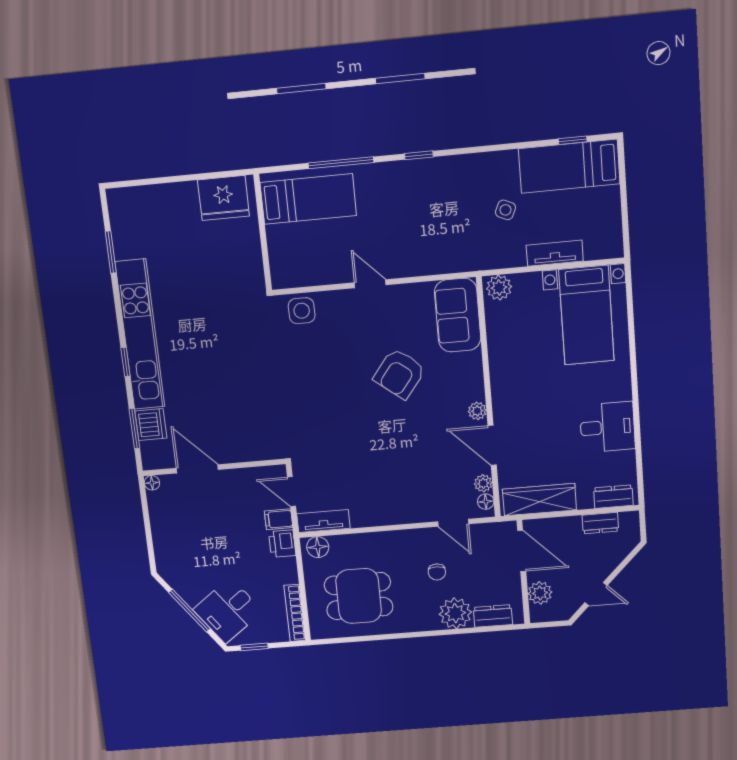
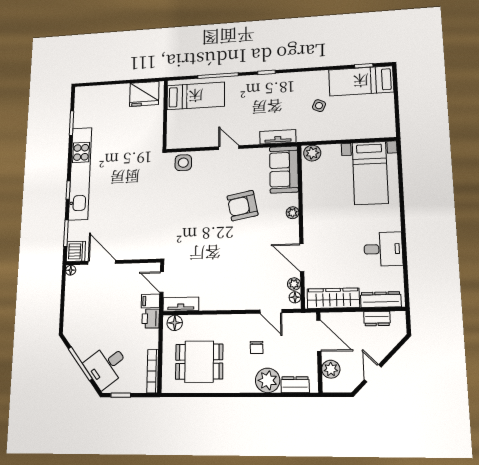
tv unit: (555, 253) -> (278, 137), moved
armchair: (399, 374) -> (242, 206), turned 41
plant: (477, 411) -> (293, 213), moved
dishwasher: (151, 425) -> (76, 251), moved
dresser: (613, 497) -> (381, 300), width x1.44
door: (596, 594) -> (373, 373), swing flipped

